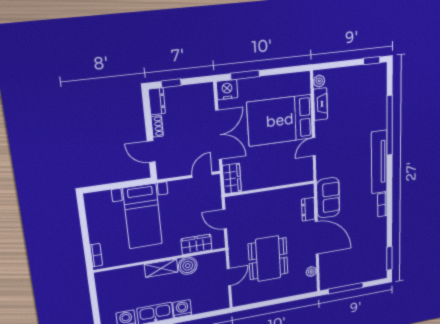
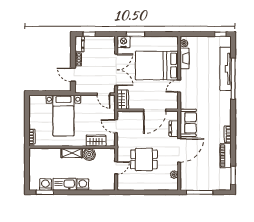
tv unit: (379, 162) -> (226, 69), moved
door: (202, 175) -> (103, 94), swing flipped
door: (280, 187) -> (155, 110), added
piano: (380, 234) -> (226, 156), added
door: (317, 238) -> (179, 150), hinge flipped
dining table: (268, 259) -> (144, 159), width x0.73

